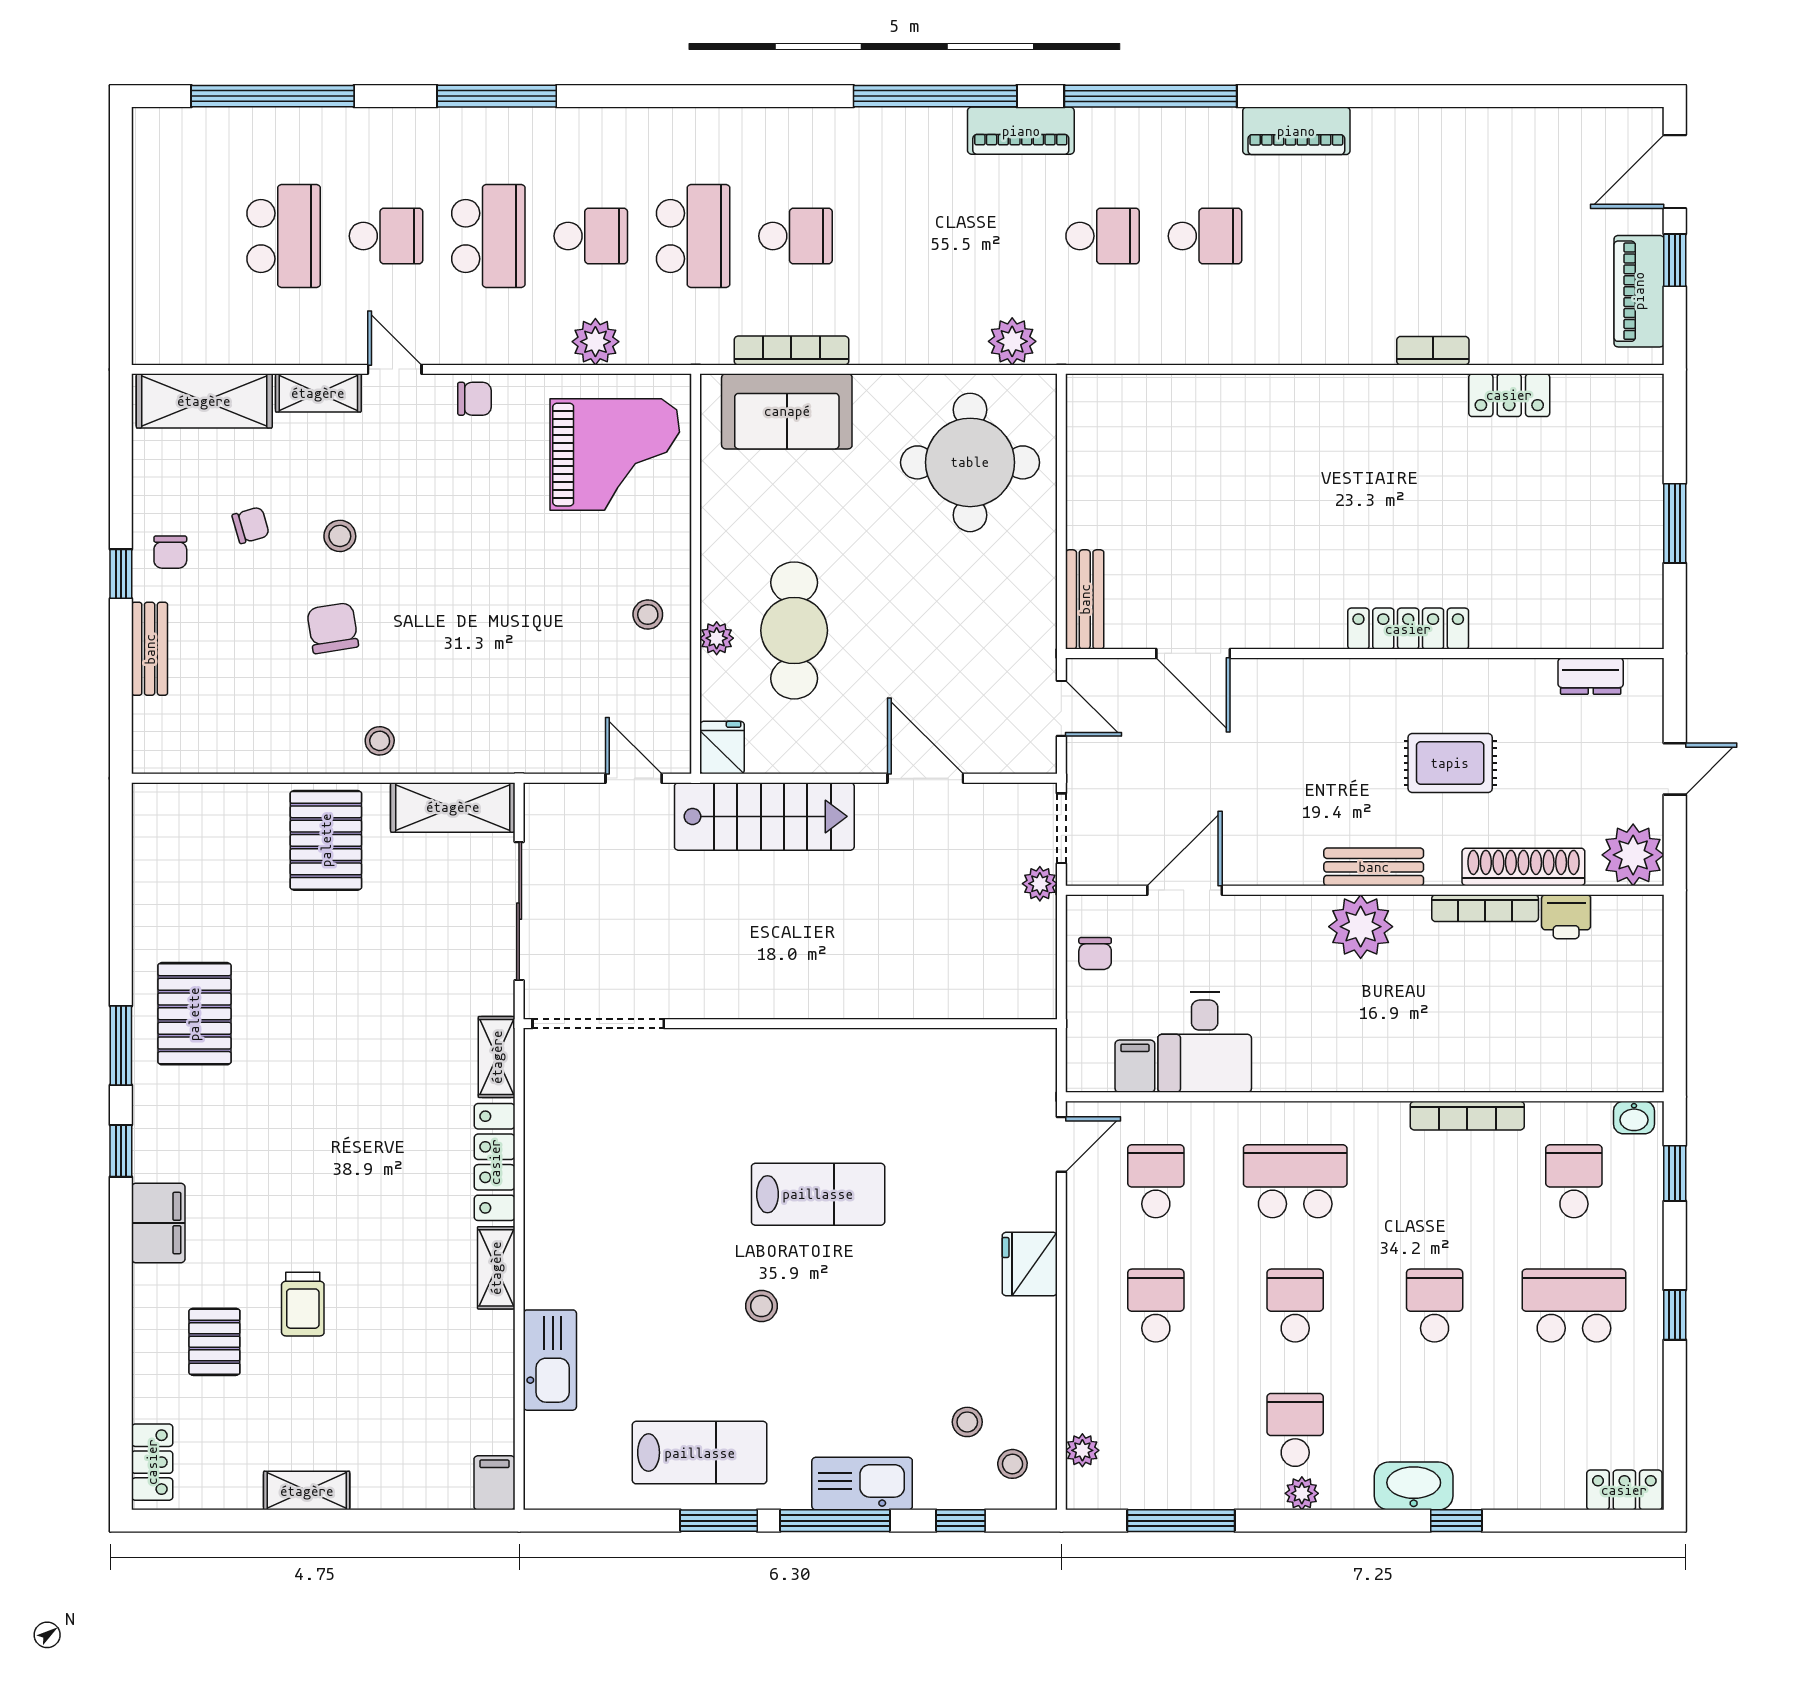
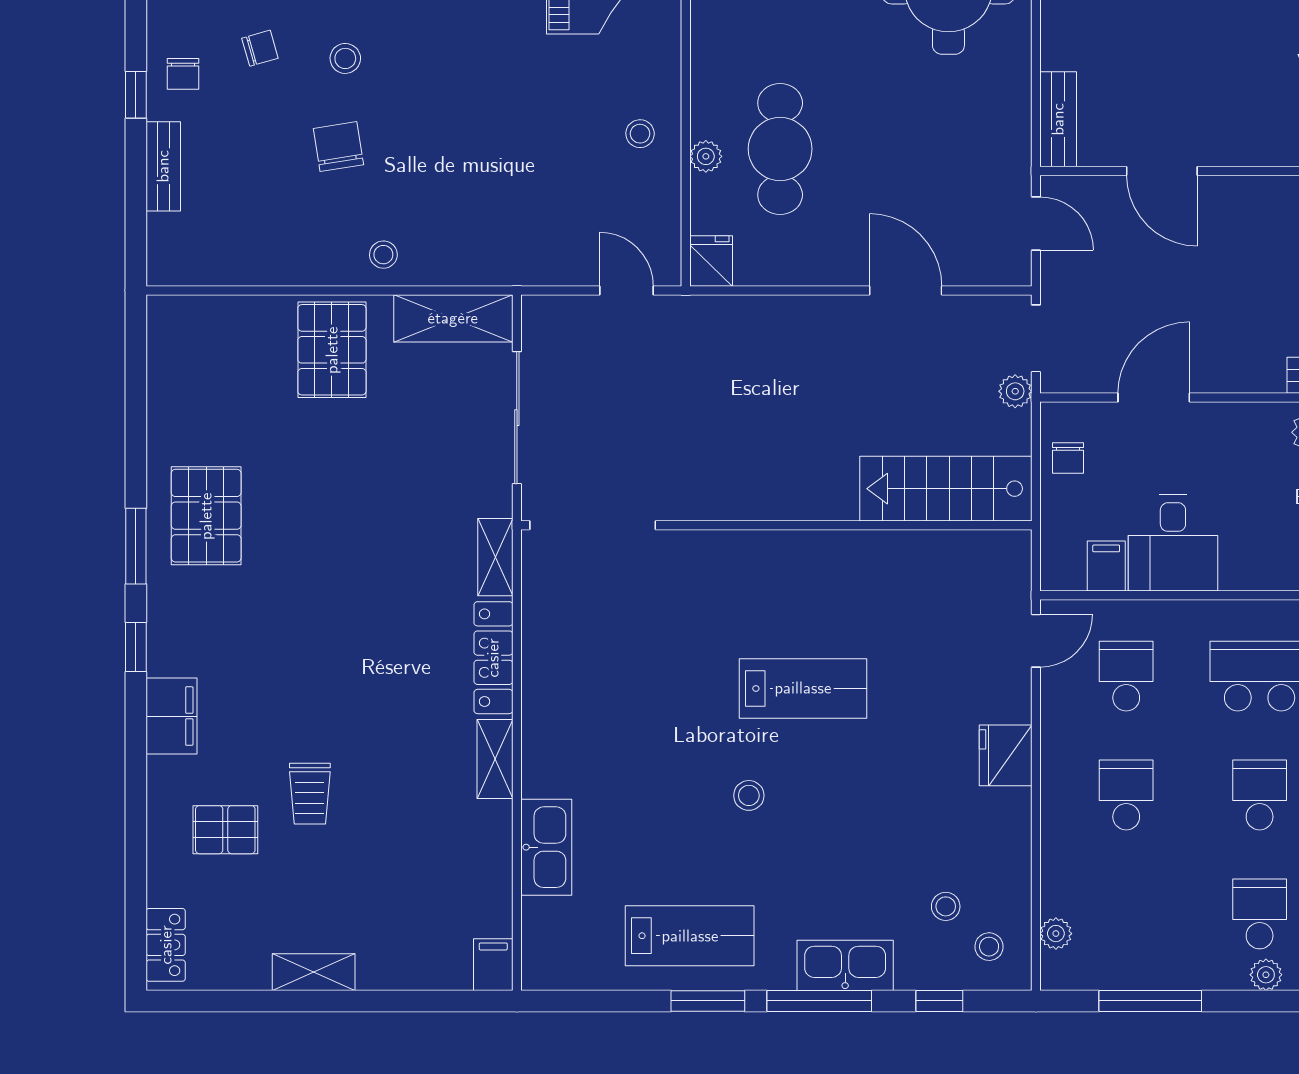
stairs: (764, 816) -> (946, 489), moved, turned 180
pallet: (214, 1342) -> (225, 830), turned 90

